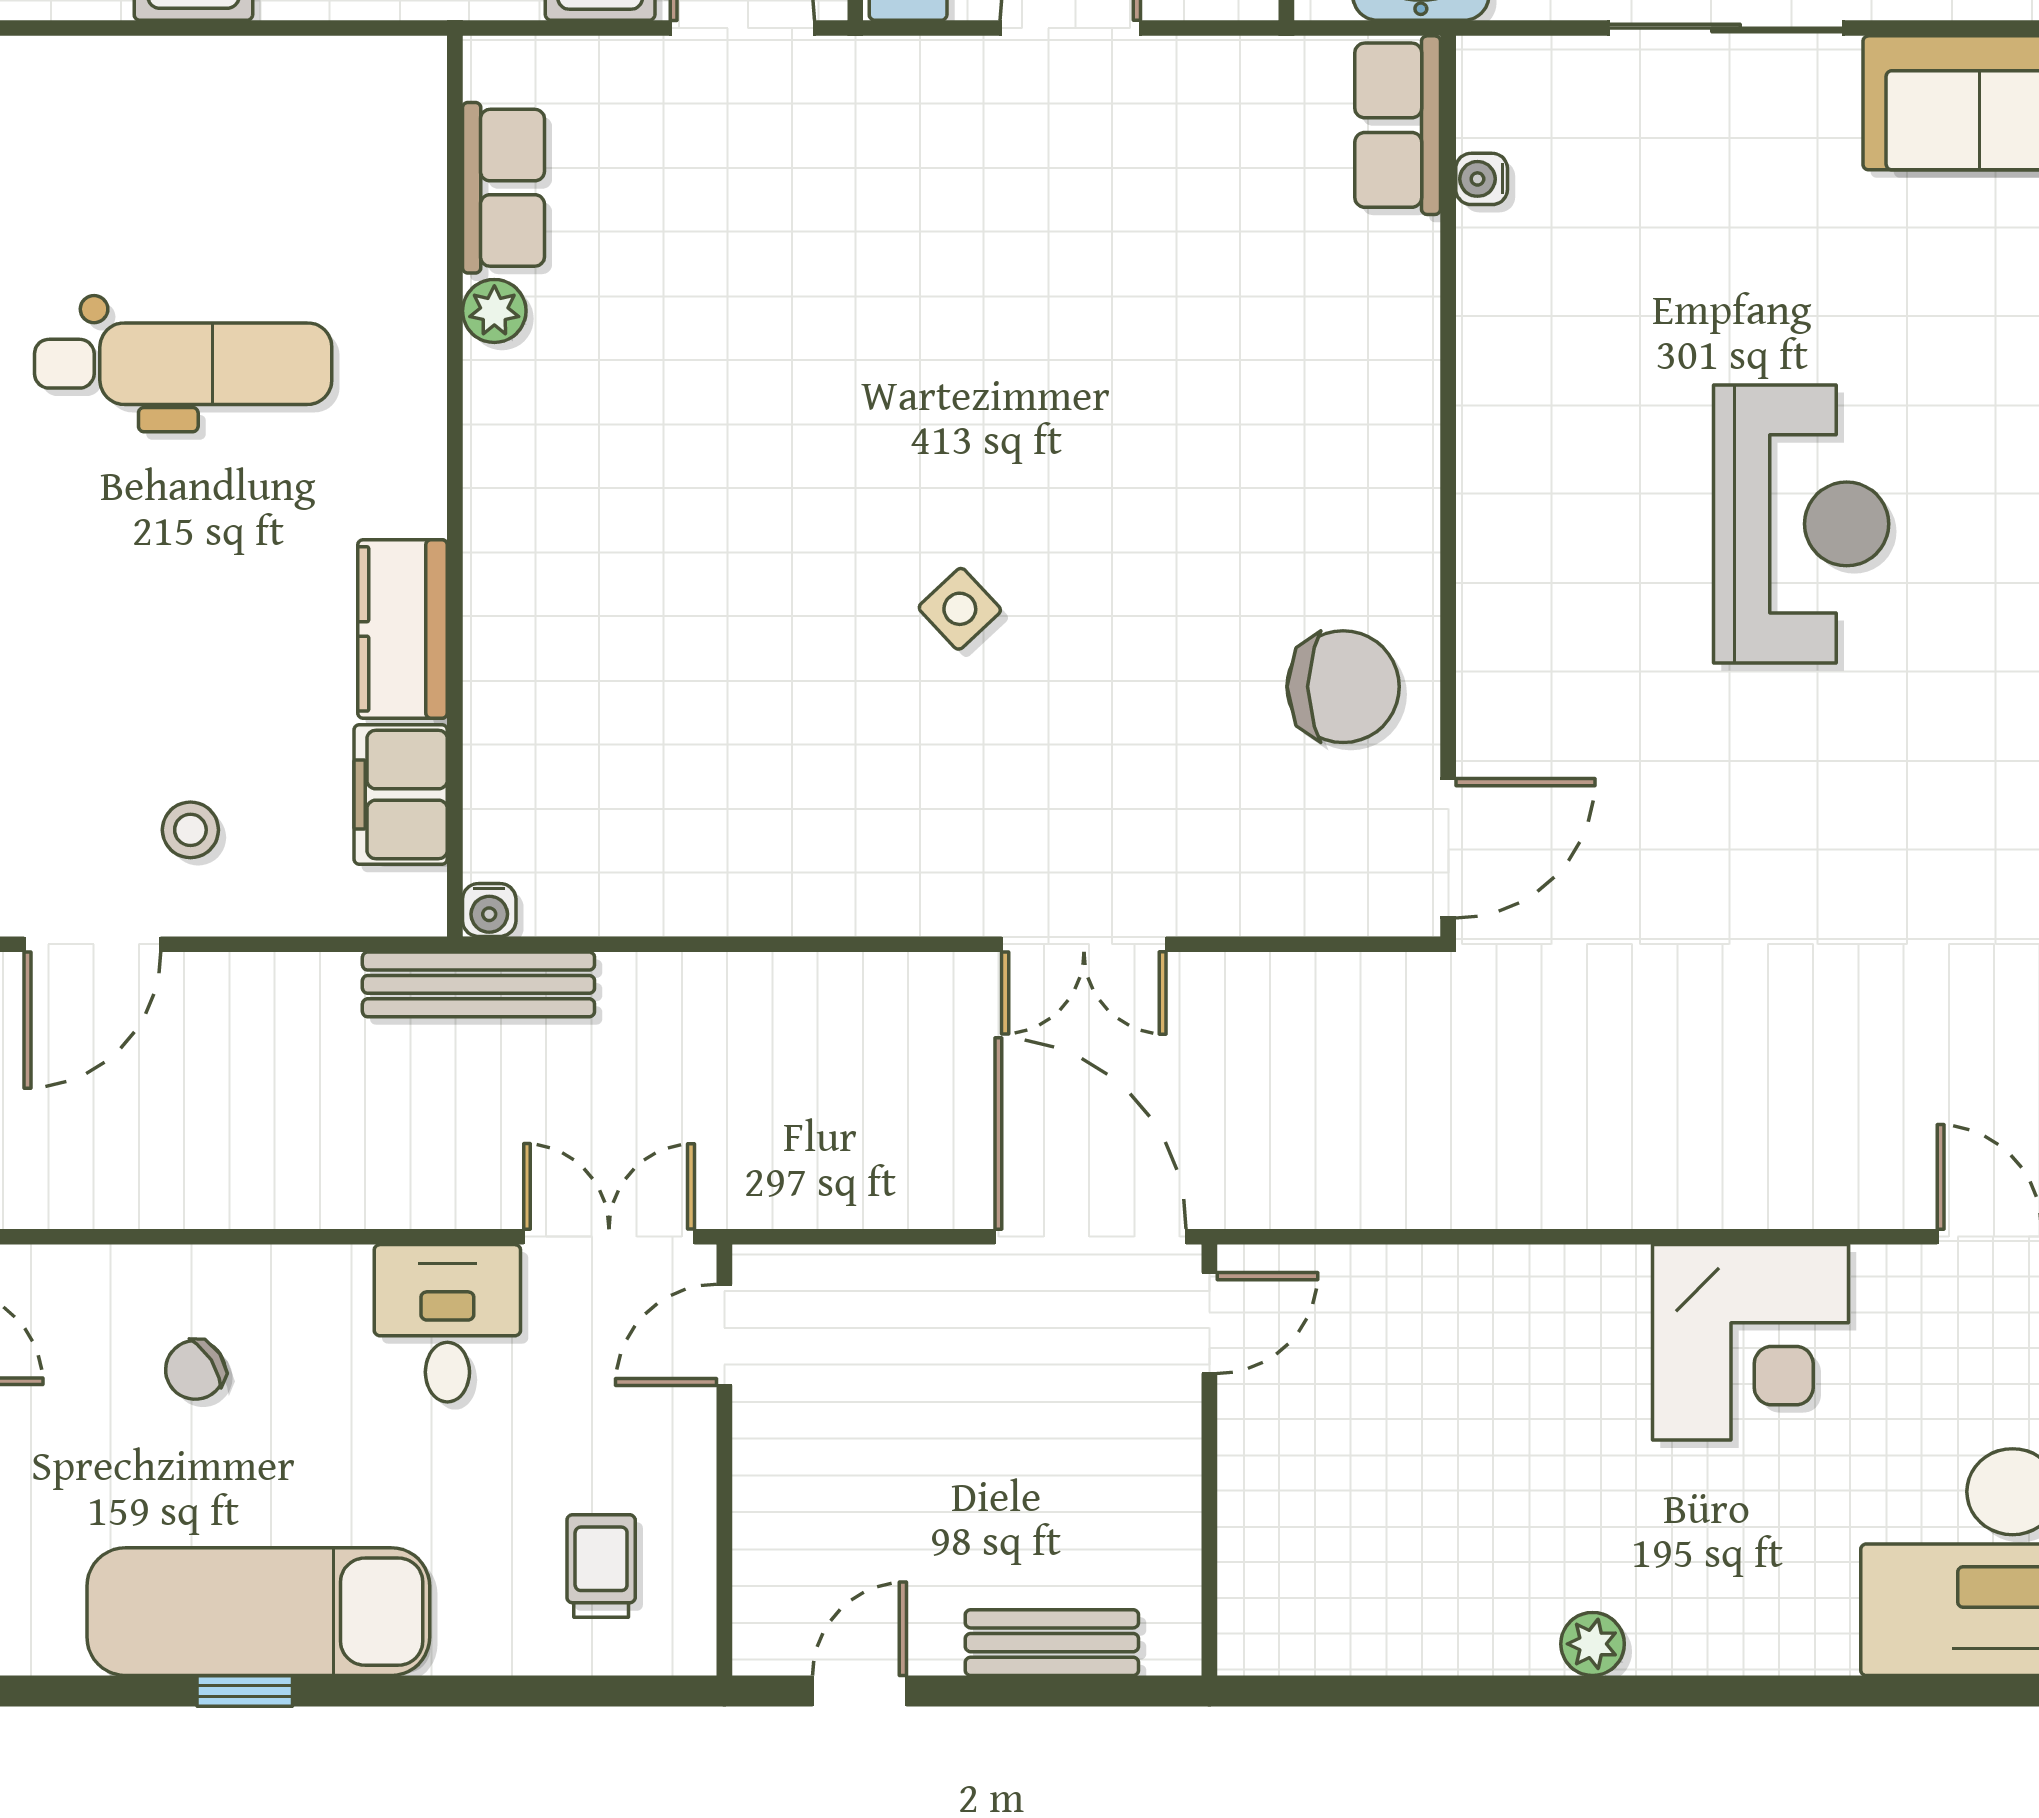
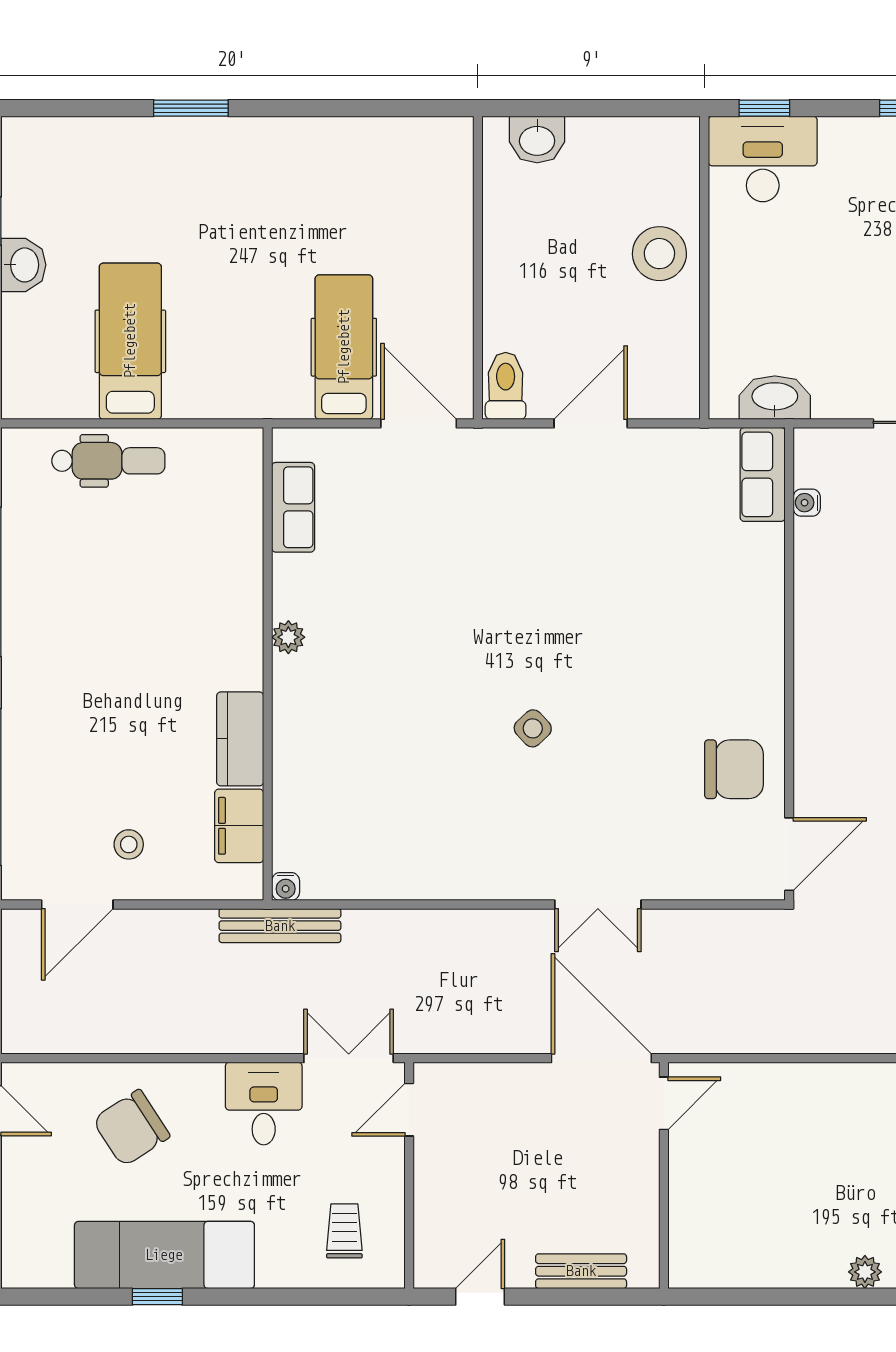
plant: (494, 311) -> (288, 637), moved
dental chair: (183, 364) -> (108, 461), moved, width x0.73, depth x0.72
chair: (195, 1370) -> (131, 1128), width x1.87, depth x1.87

